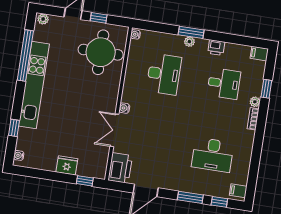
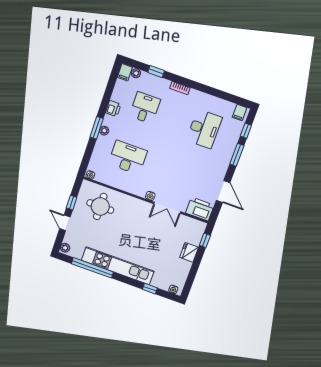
round table: (101, 52) -> (100, 206), width x0.73, depth x0.73
plant: (255, 102) -> (136, 73), moved

